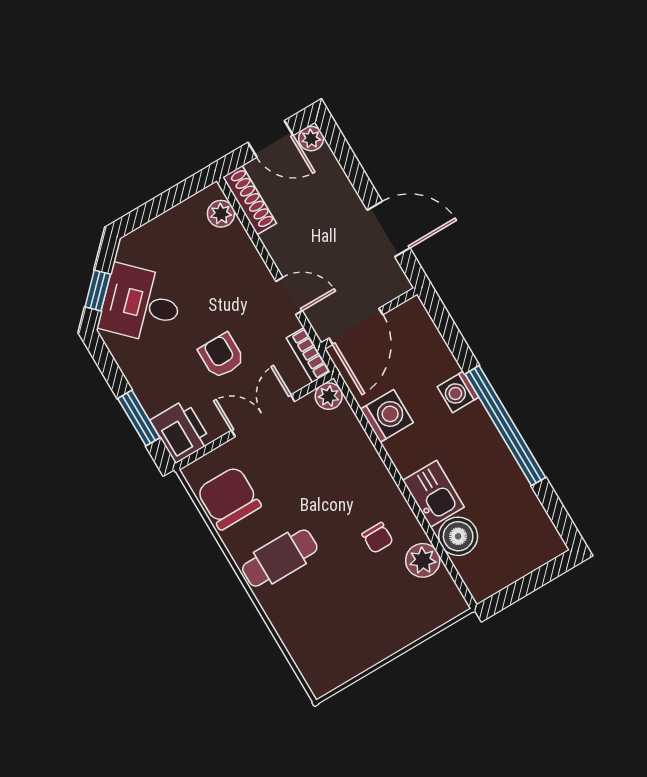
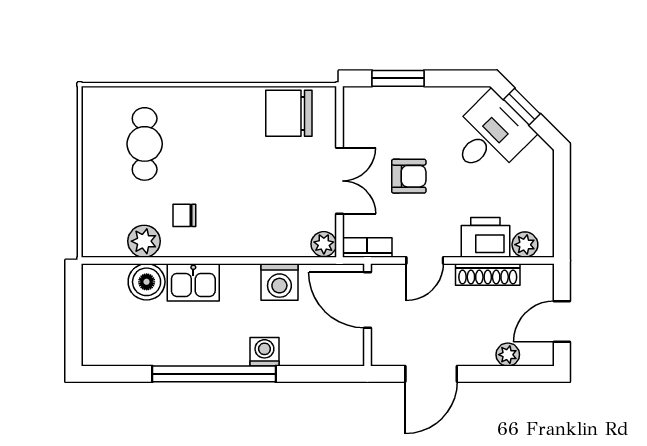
plant: (311, 139) -> (508, 355), moved
shoe rack: (249, 200) -> (488, 274), moved
printer: (181, 431) -> (485, 237), moved, turned 180
chair: (229, 498) -> (289, 113), turned 180
cafe table: (280, 558) -> (145, 144), moved

